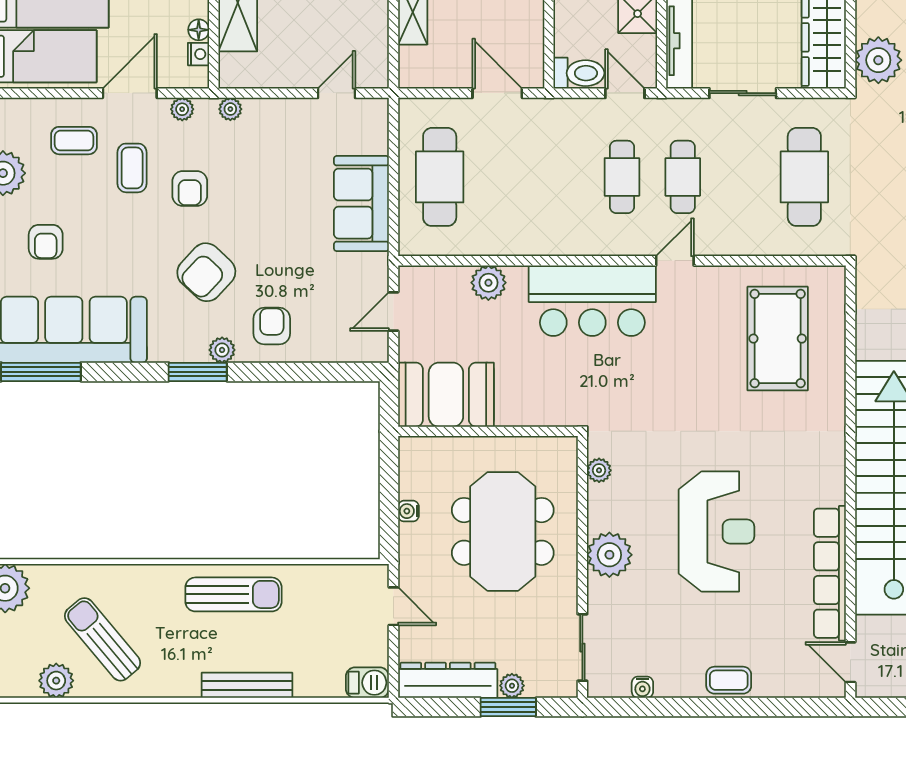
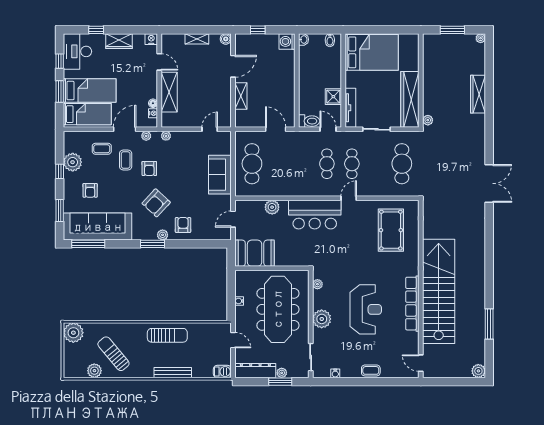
plant: (878, 60) -> (428, 120), width x0.53, depth x0.53
meeting table: (503, 531) -> (278, 309), width x1.36
row of seats: (830, 573) -> (412, 304), moved

